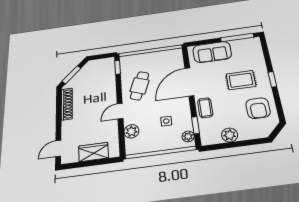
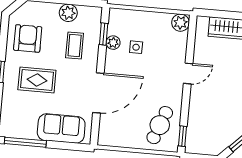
cafe table: (140, 86) -> (160, 125), moved
coffee table: (205, 108) -> (75, 46), moved
plant: (131, 131) -> (180, 23), moved
plant: (188, 136) -> (113, 43), moved

